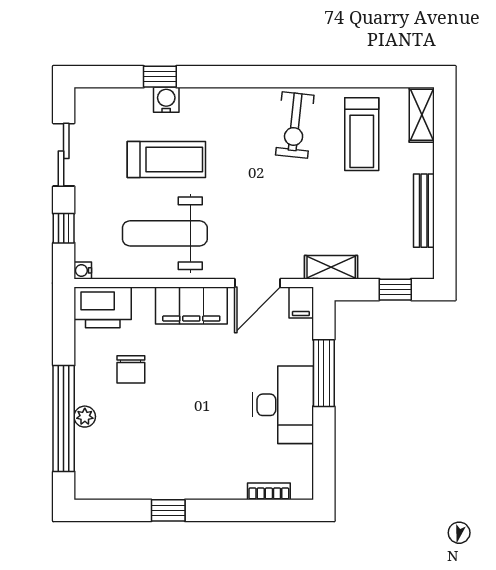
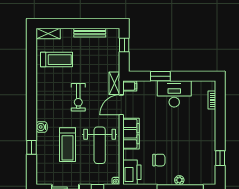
water cooler: (166, 100) -> (42, 127), moved
exercise bike: (295, 125) -> (78, 97), moved, turned 84
treadmill: (166, 159) -> (68, 145), turned 180
shelving: (331, 267) -> (114, 83), moved
door: (258, 283) -> (121, 105), swing flipped
window: (324, 373) -> (160, 76), width x0.69
window: (168, 510) -> (220, 158), moved

